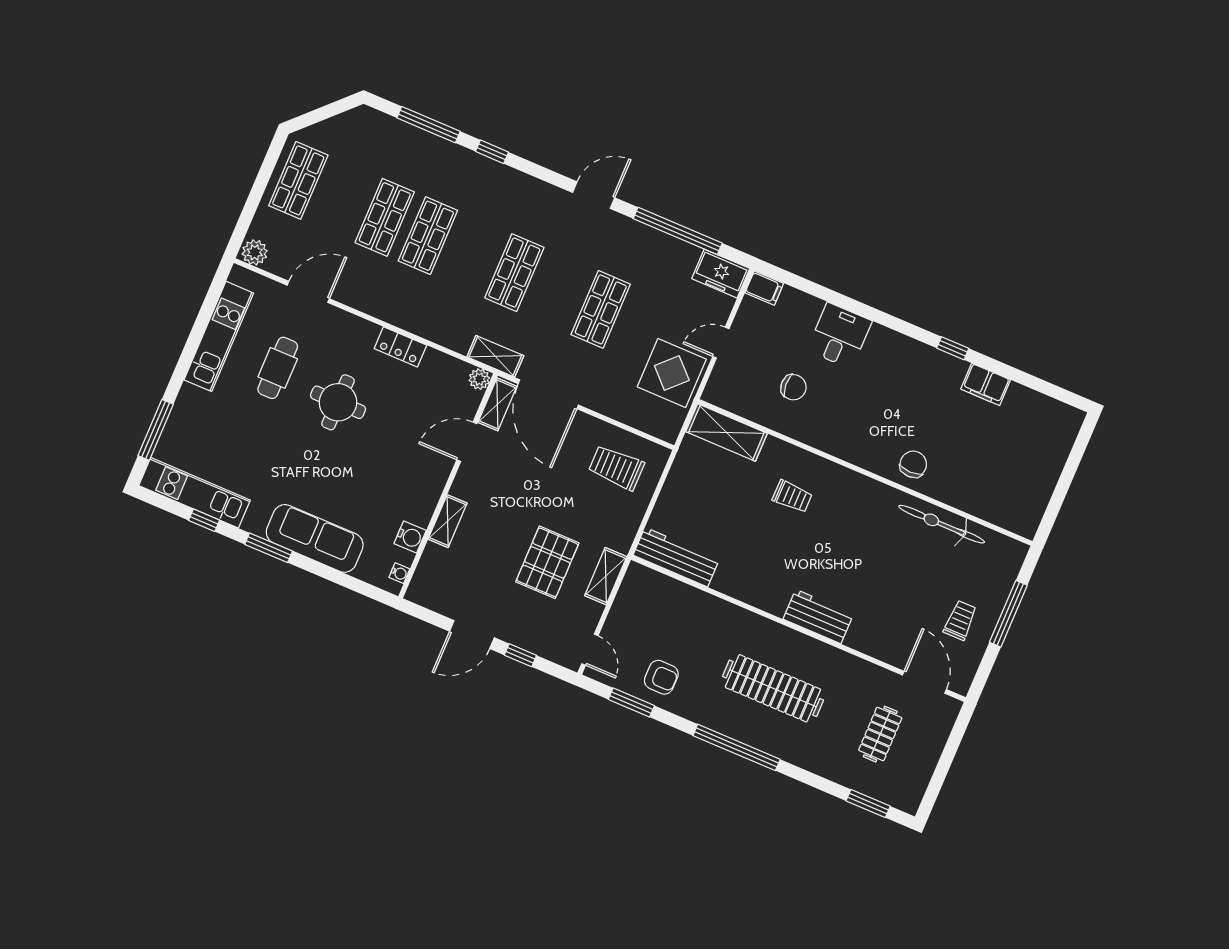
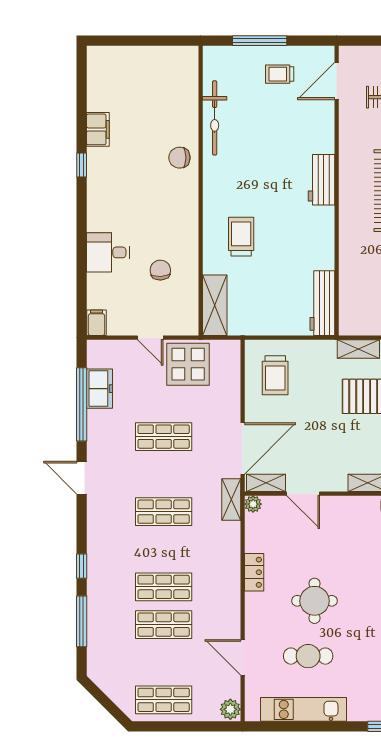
freezer: (721, 274) -> (99, 389), moved
trolley: (792, 496) -> (241, 237), width x1.36, depth x1.39

